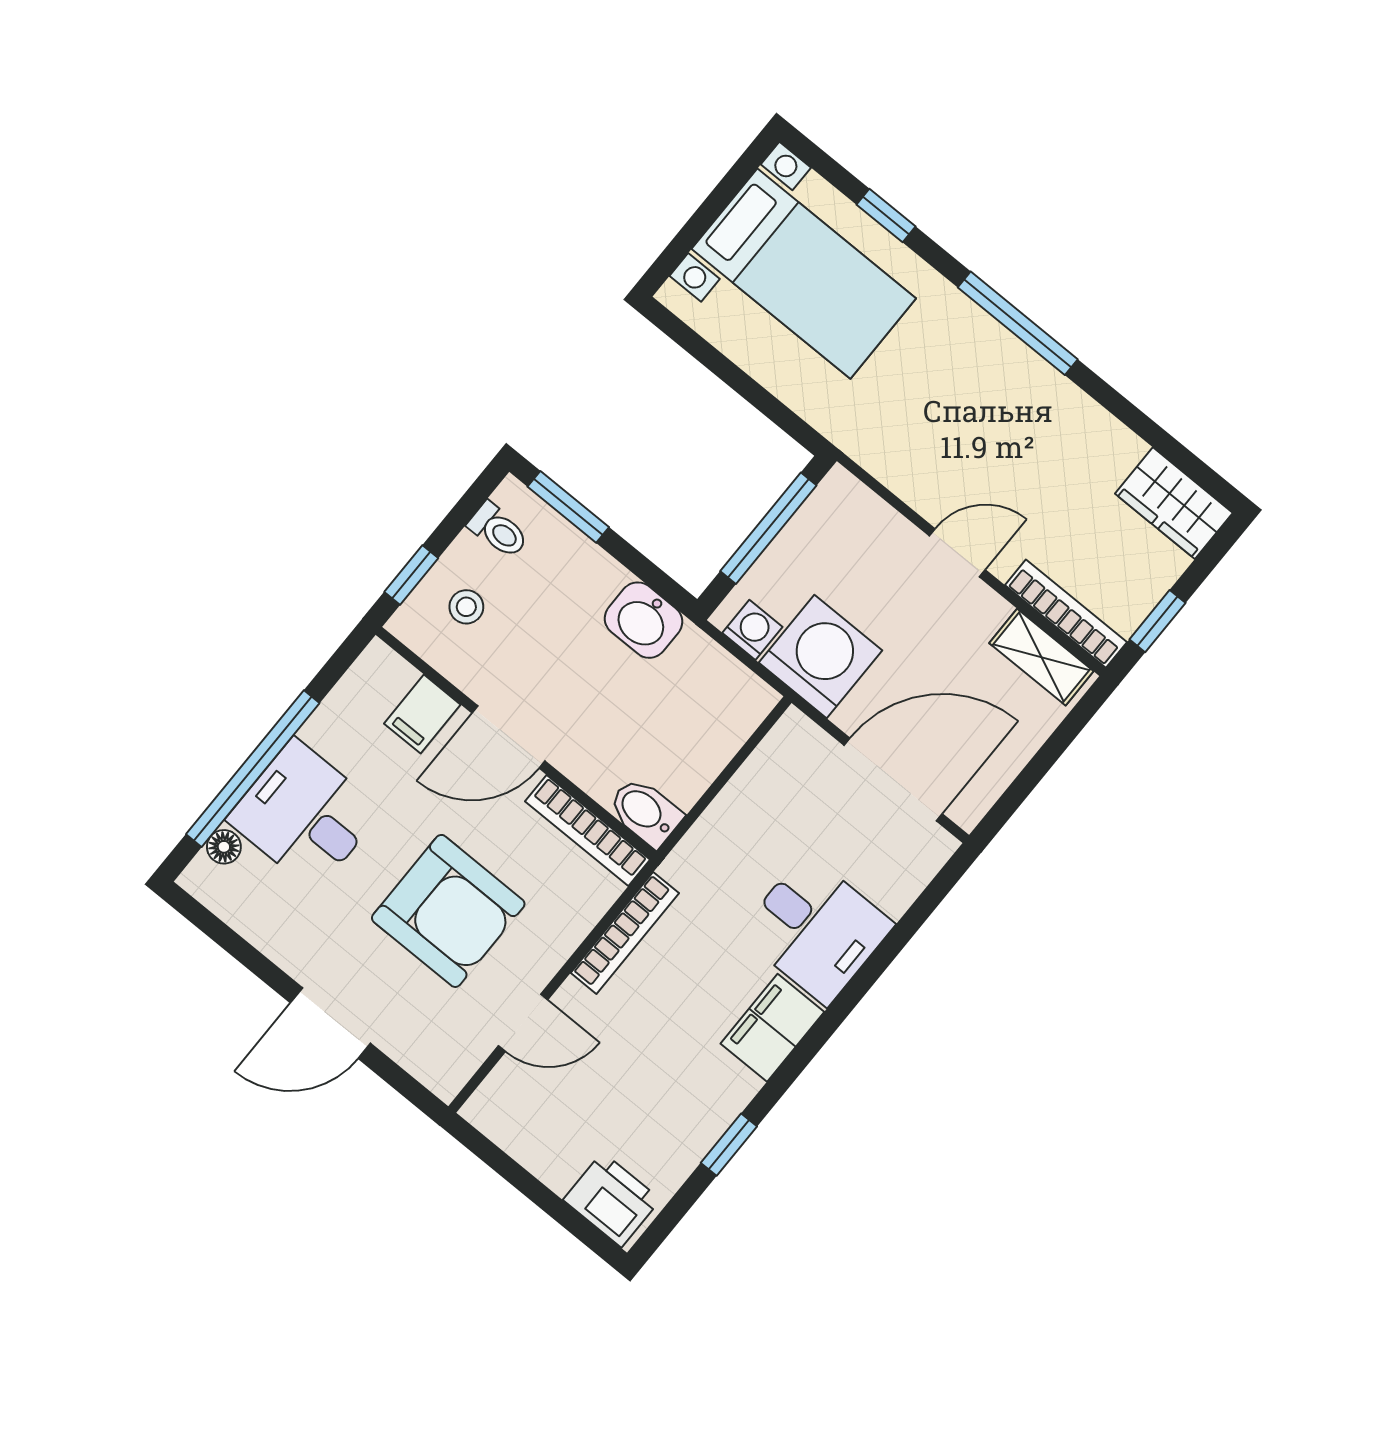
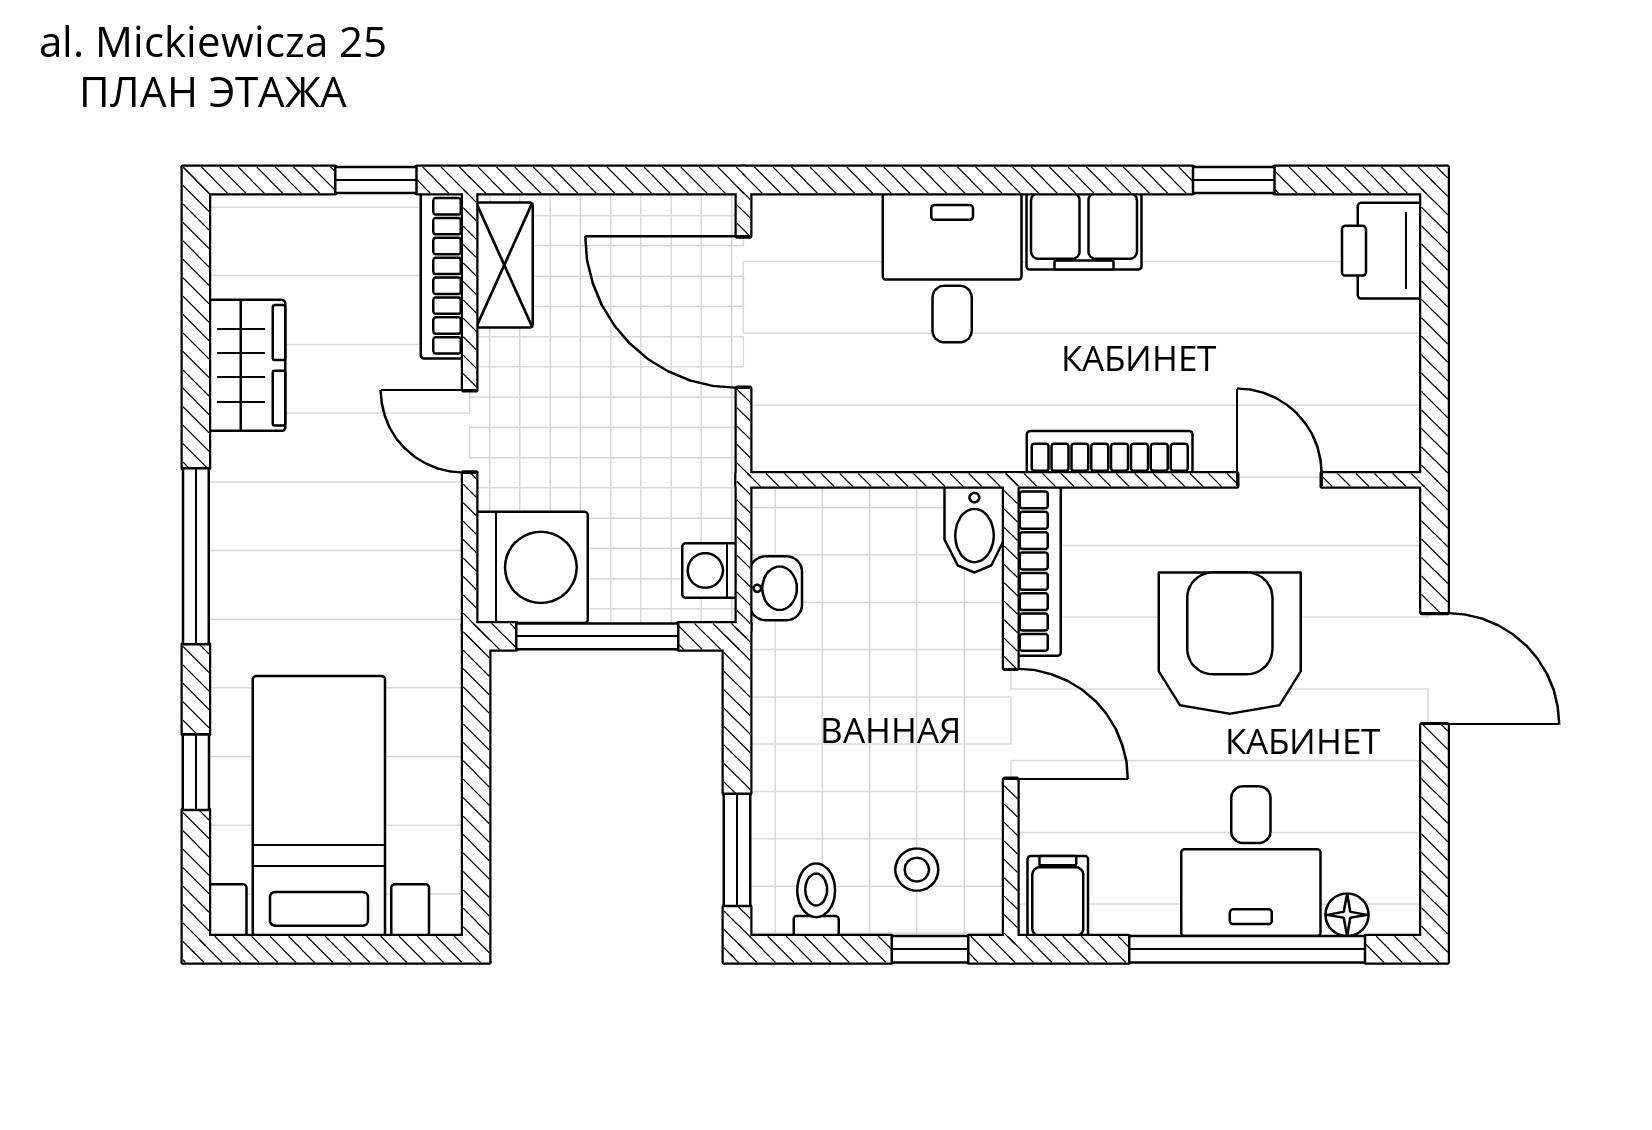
wardrobe: (1174, 503) -> (247, 365), moved
washbasin: (644, 620) -> (776, 588), moved, width x0.72, depth x0.69
washing machine: (820, 657) -> (532, 567), moved, turned 180
filing cabinet: (422, 714) -> (1058, 896), moved, turned -90

